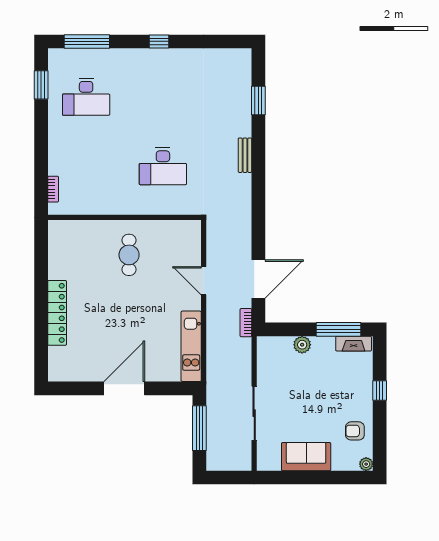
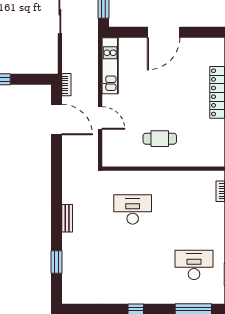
cafe table: (129, 255) -> (160, 139), turned 90
door: (258, 279) -> (56, 120), swing flipped
plant: (302, 345) -> (21, 67), removed

